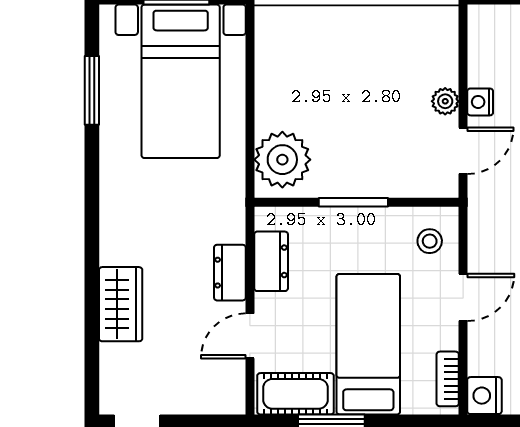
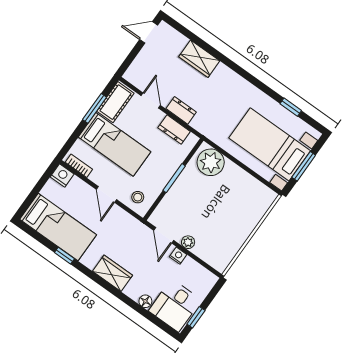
window: (92, 90) -> (291, 107), width x0.67

